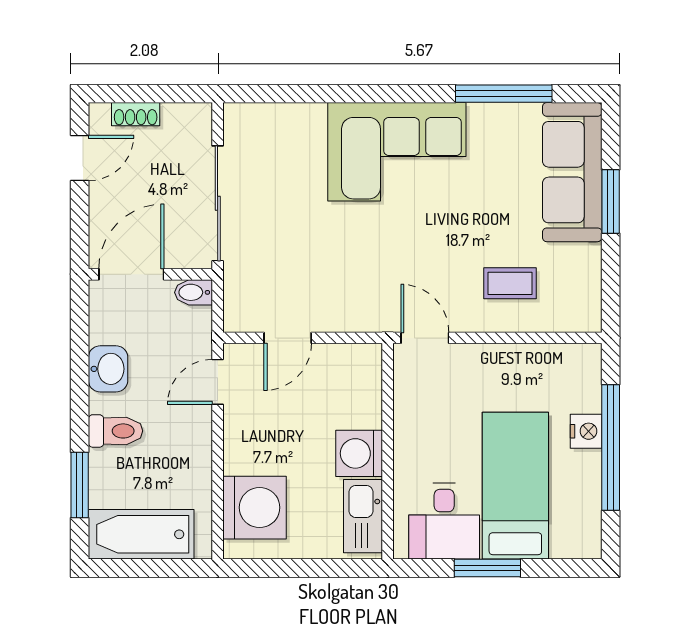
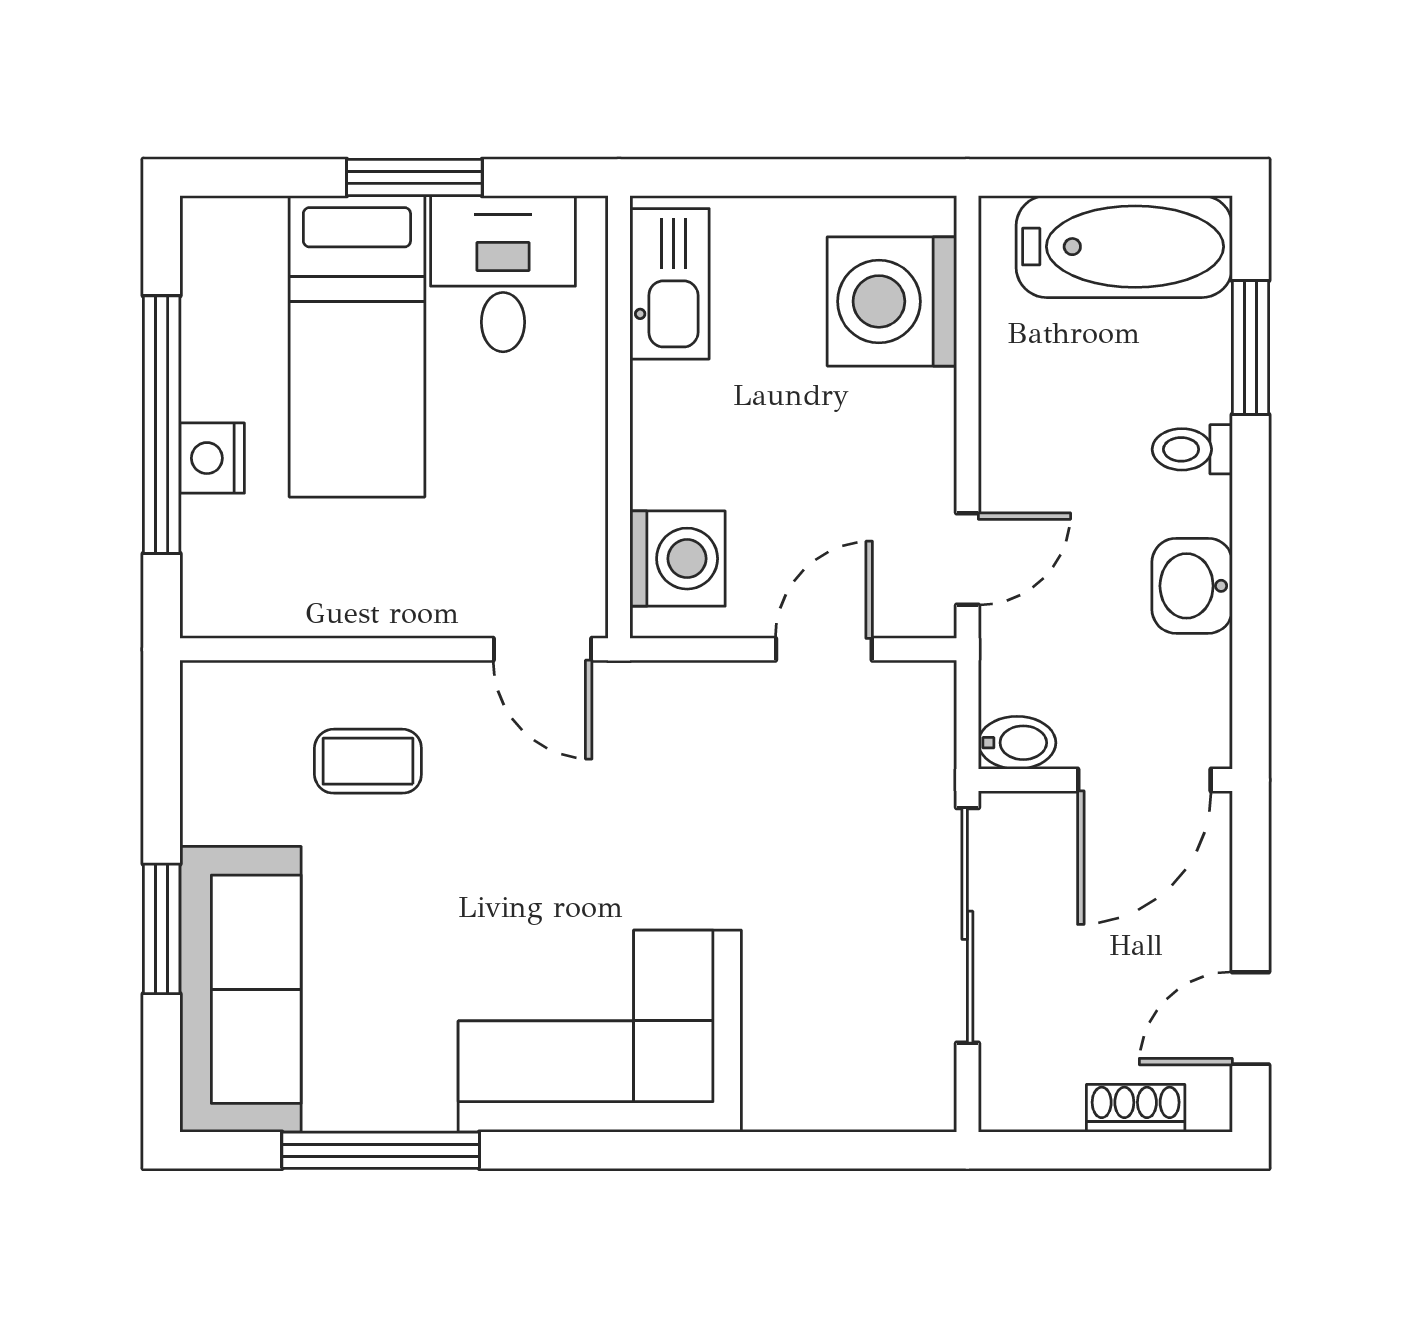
toilet: (116, 431) -> (1192, 449), width x0.73, depth x0.72
washing machine: (359, 453) -> (677, 559), moved

